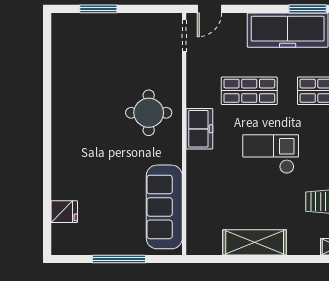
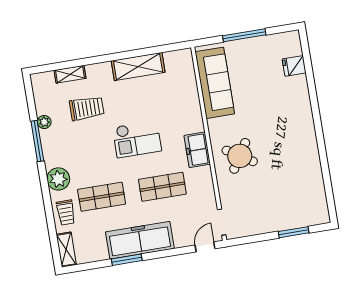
round table: (149, 113) -> (240, 156), turned 32

